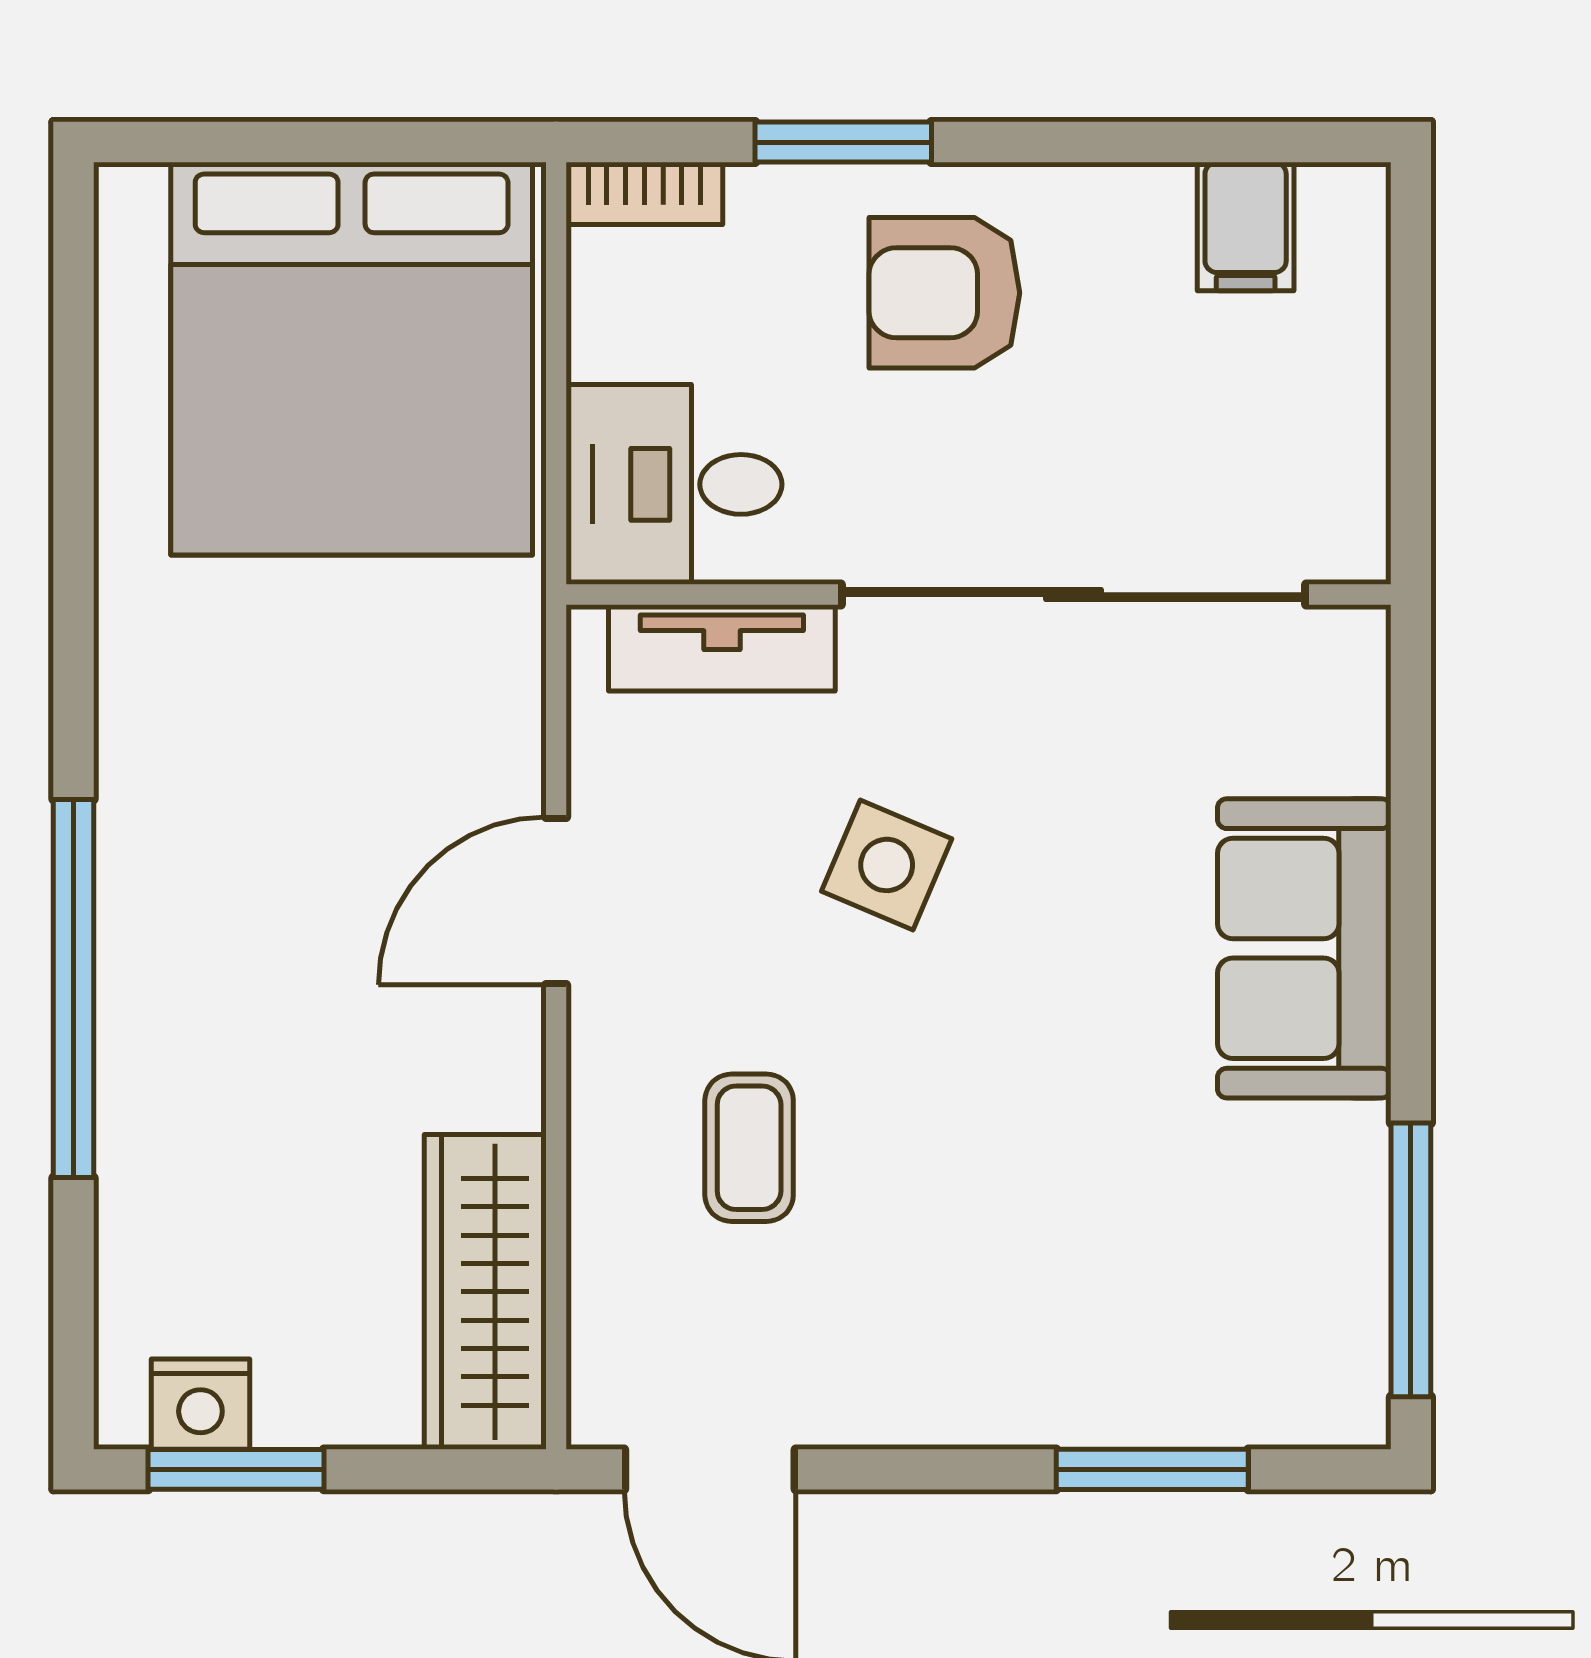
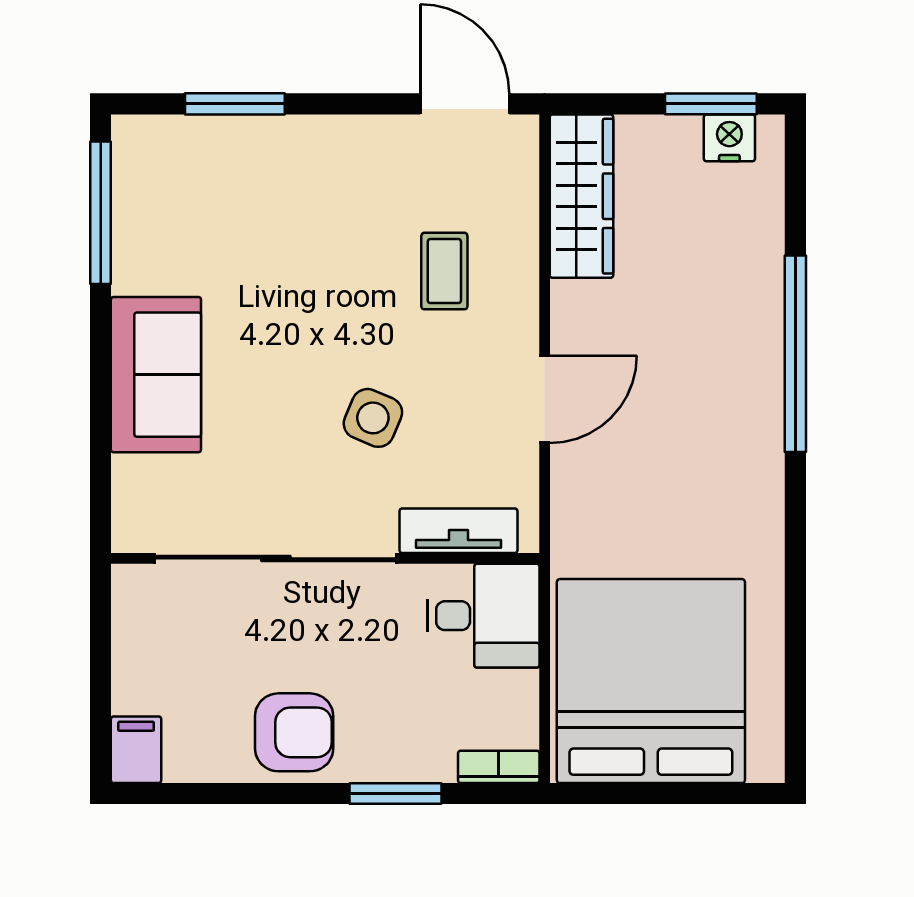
filing cabinet: (1246, 226) -> (136, 750), moved
armchair: (944, 293) -> (294, 732), moved

